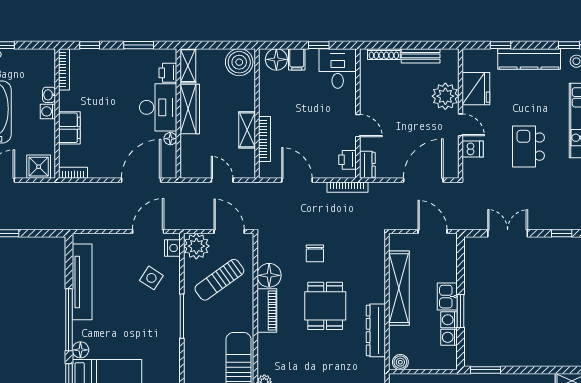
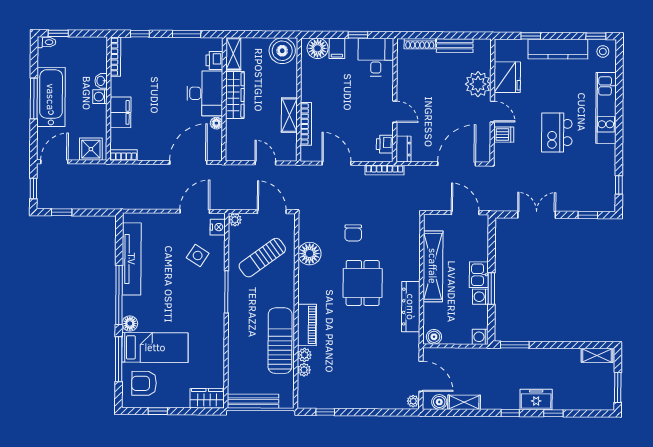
plant: (196, 246) -> (235, 220), width x0.53, depth x0.53
piano: (267, 311) -> (307, 325), moved
washing machine: (449, 337) -> (480, 337), moved

